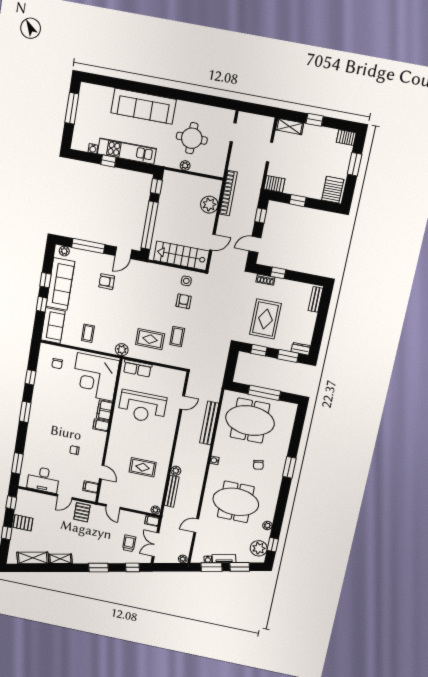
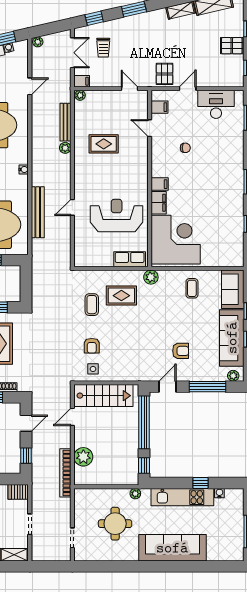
plant: (185, 165) -> (135, 494), moved
chair: (57, 364) -> (221, 246), removed
door: (182, 403) -> (72, 207), moved

